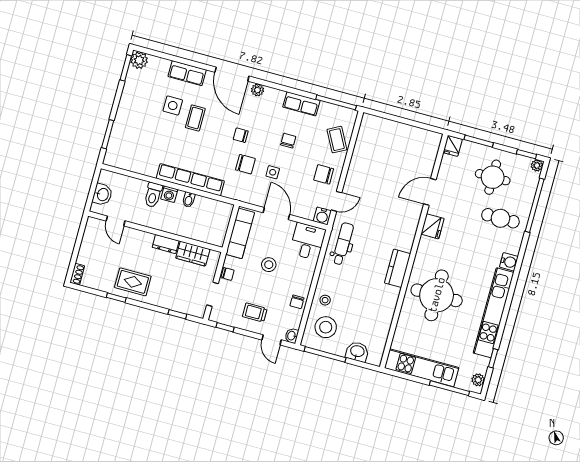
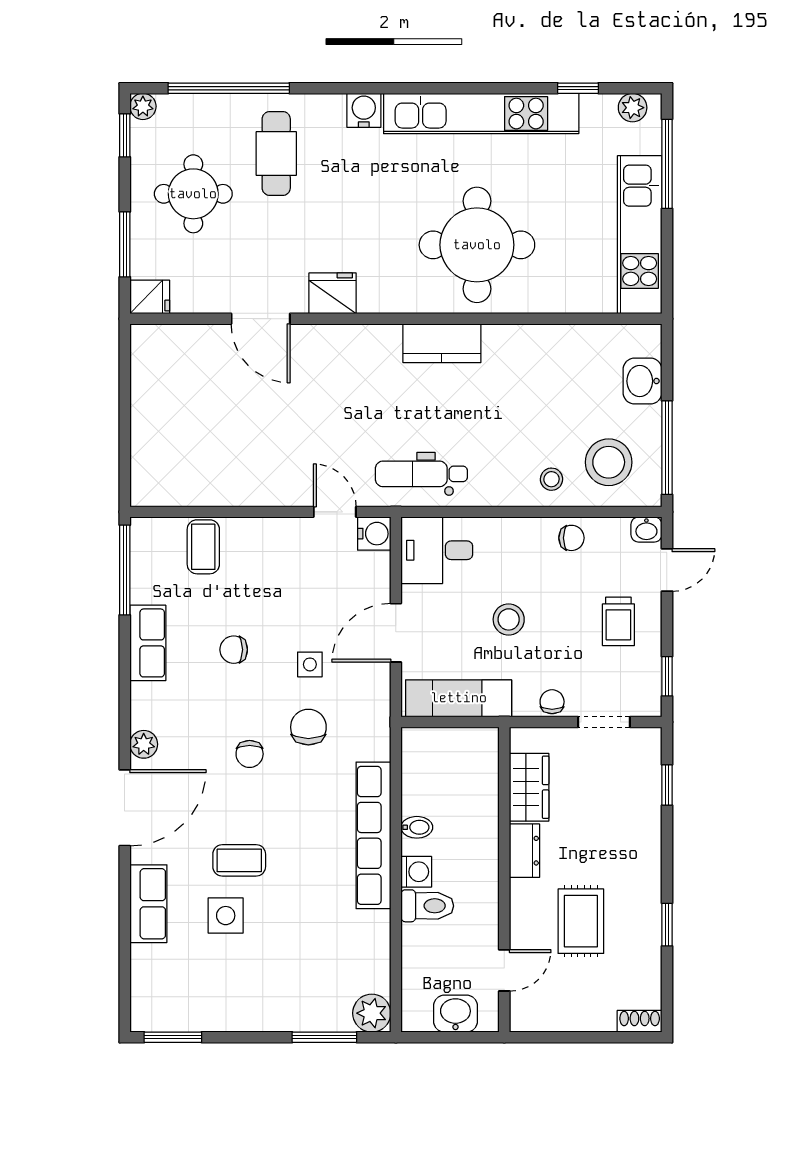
plant: (139, 60) -> (372, 1013), moved
coffee table: (337, 140) -> (203, 547), turned -62
chair: (324, 174) -> (285, 555), removed
rug: (133, 282) -> (581, 921), moved

